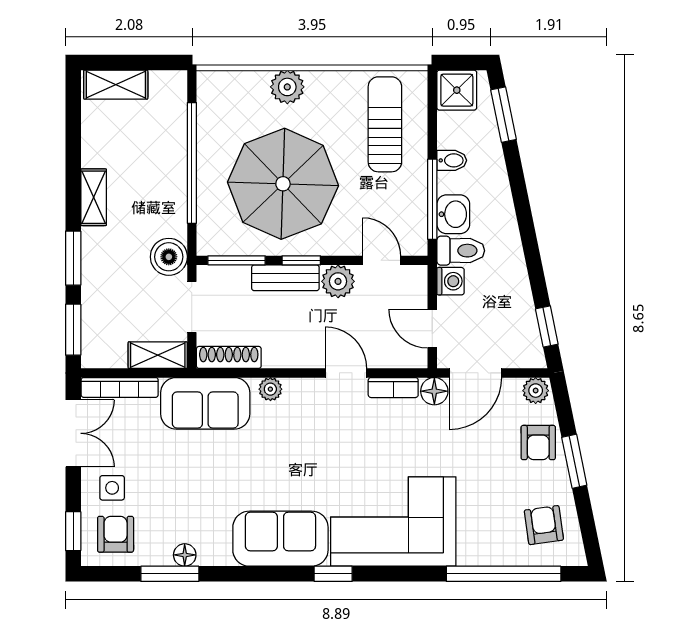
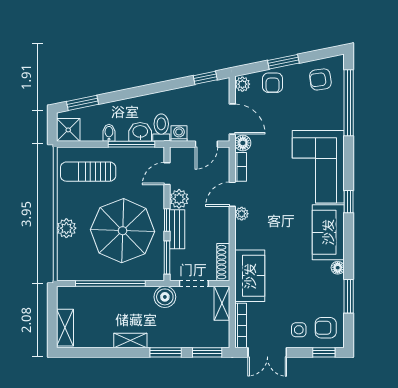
plant: (270, 389) -> (242, 214), moved
double door: (73, 433) -> (267, 352), swing flipped
armchair: (538, 443) -> (273, 83), turned 90
floor lamp: (185, 555) -> (338, 268), moved

